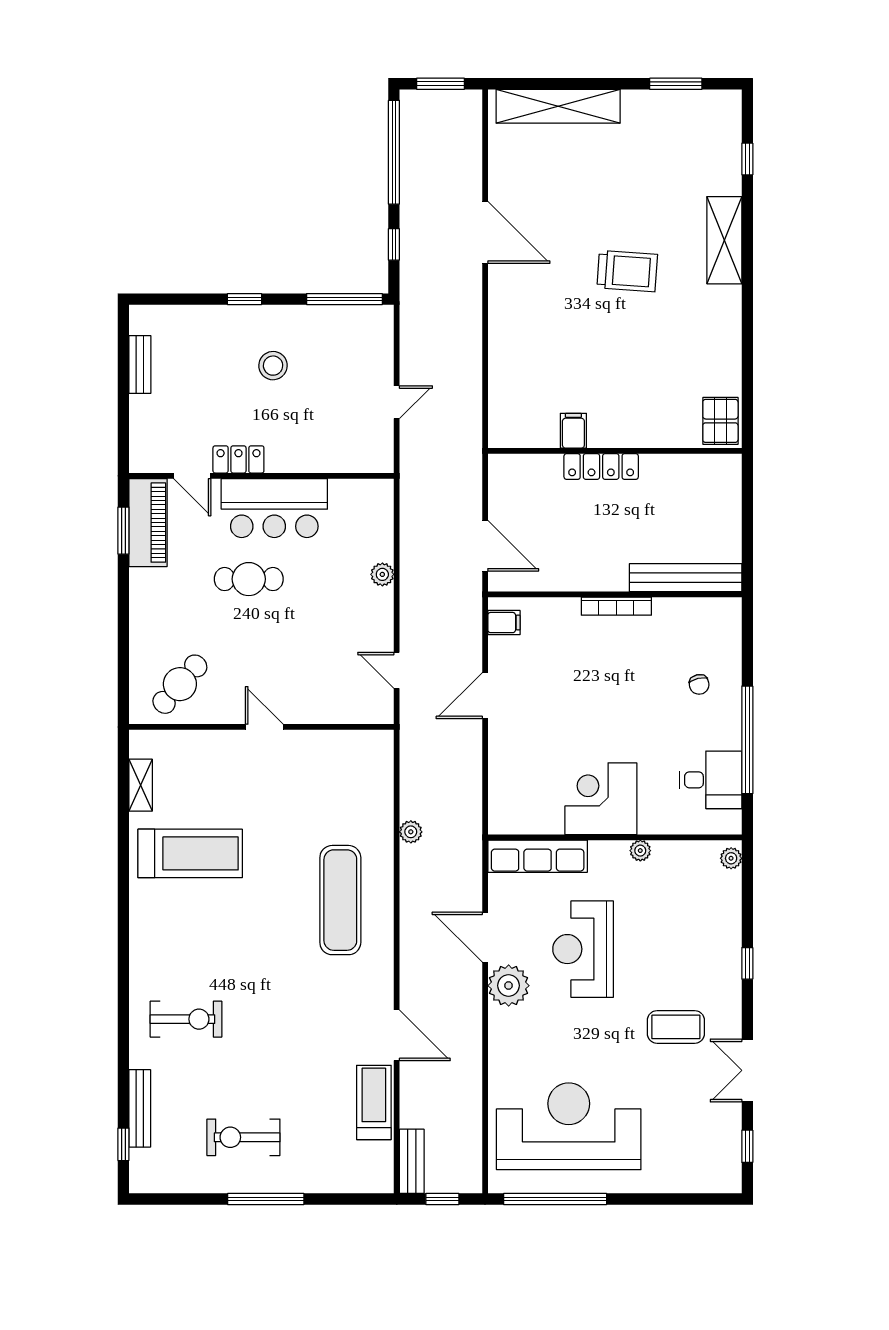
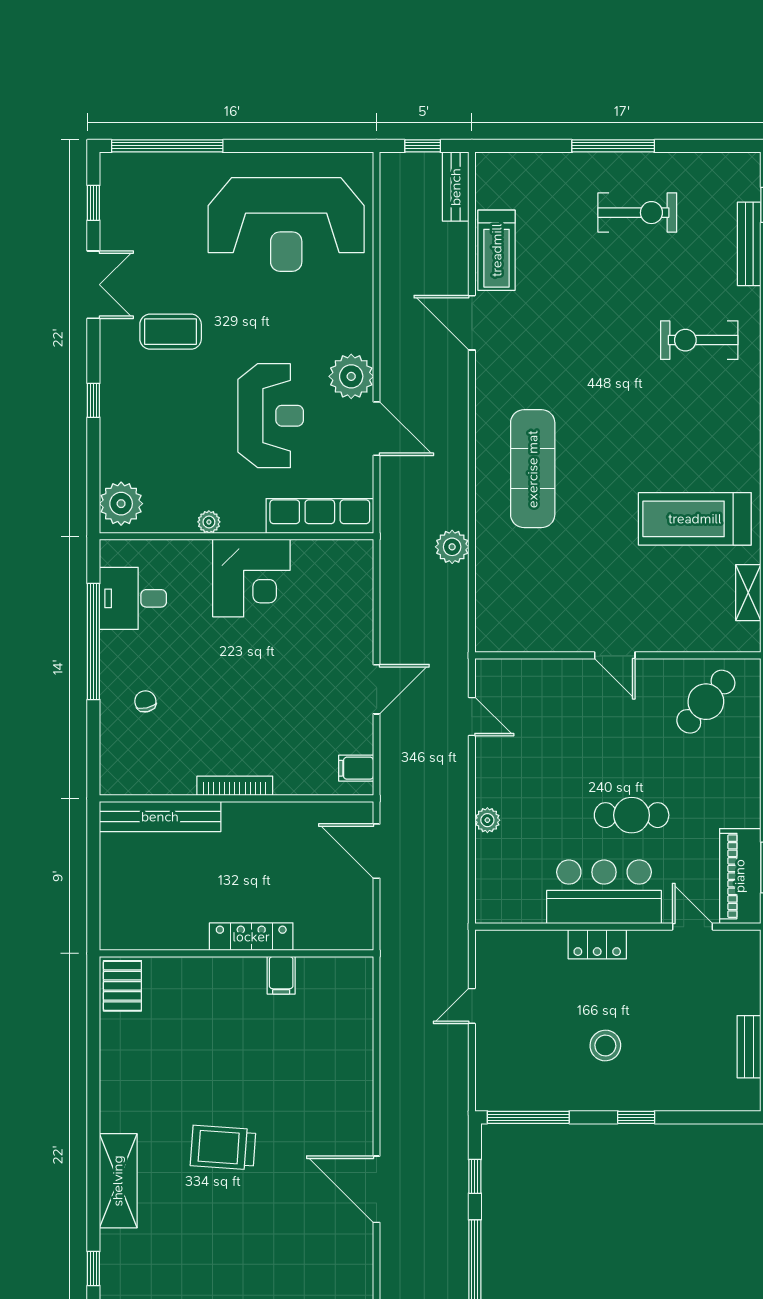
locker: (238, 459) -> (597, 944), moved
plant: (411, 832) -> (452, 547), width x1.38, depth x1.38
plant: (731, 858) -> (121, 504), width x1.88, depth x1.88
window: (555, 1199) -> (167, 146), moved

